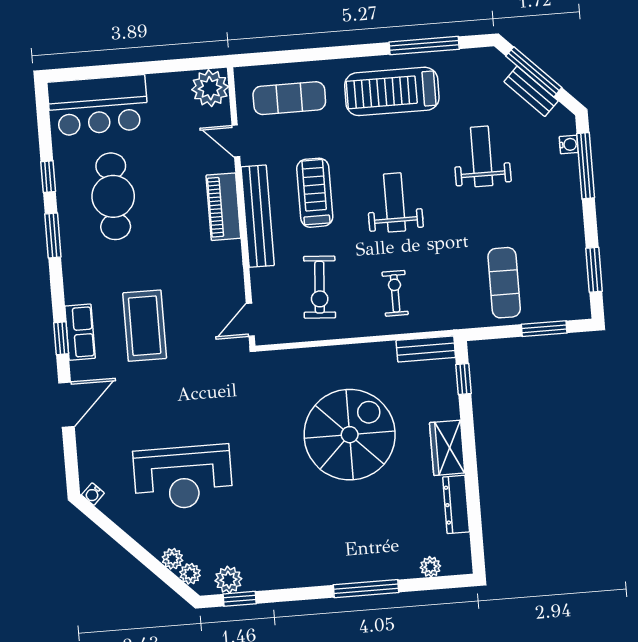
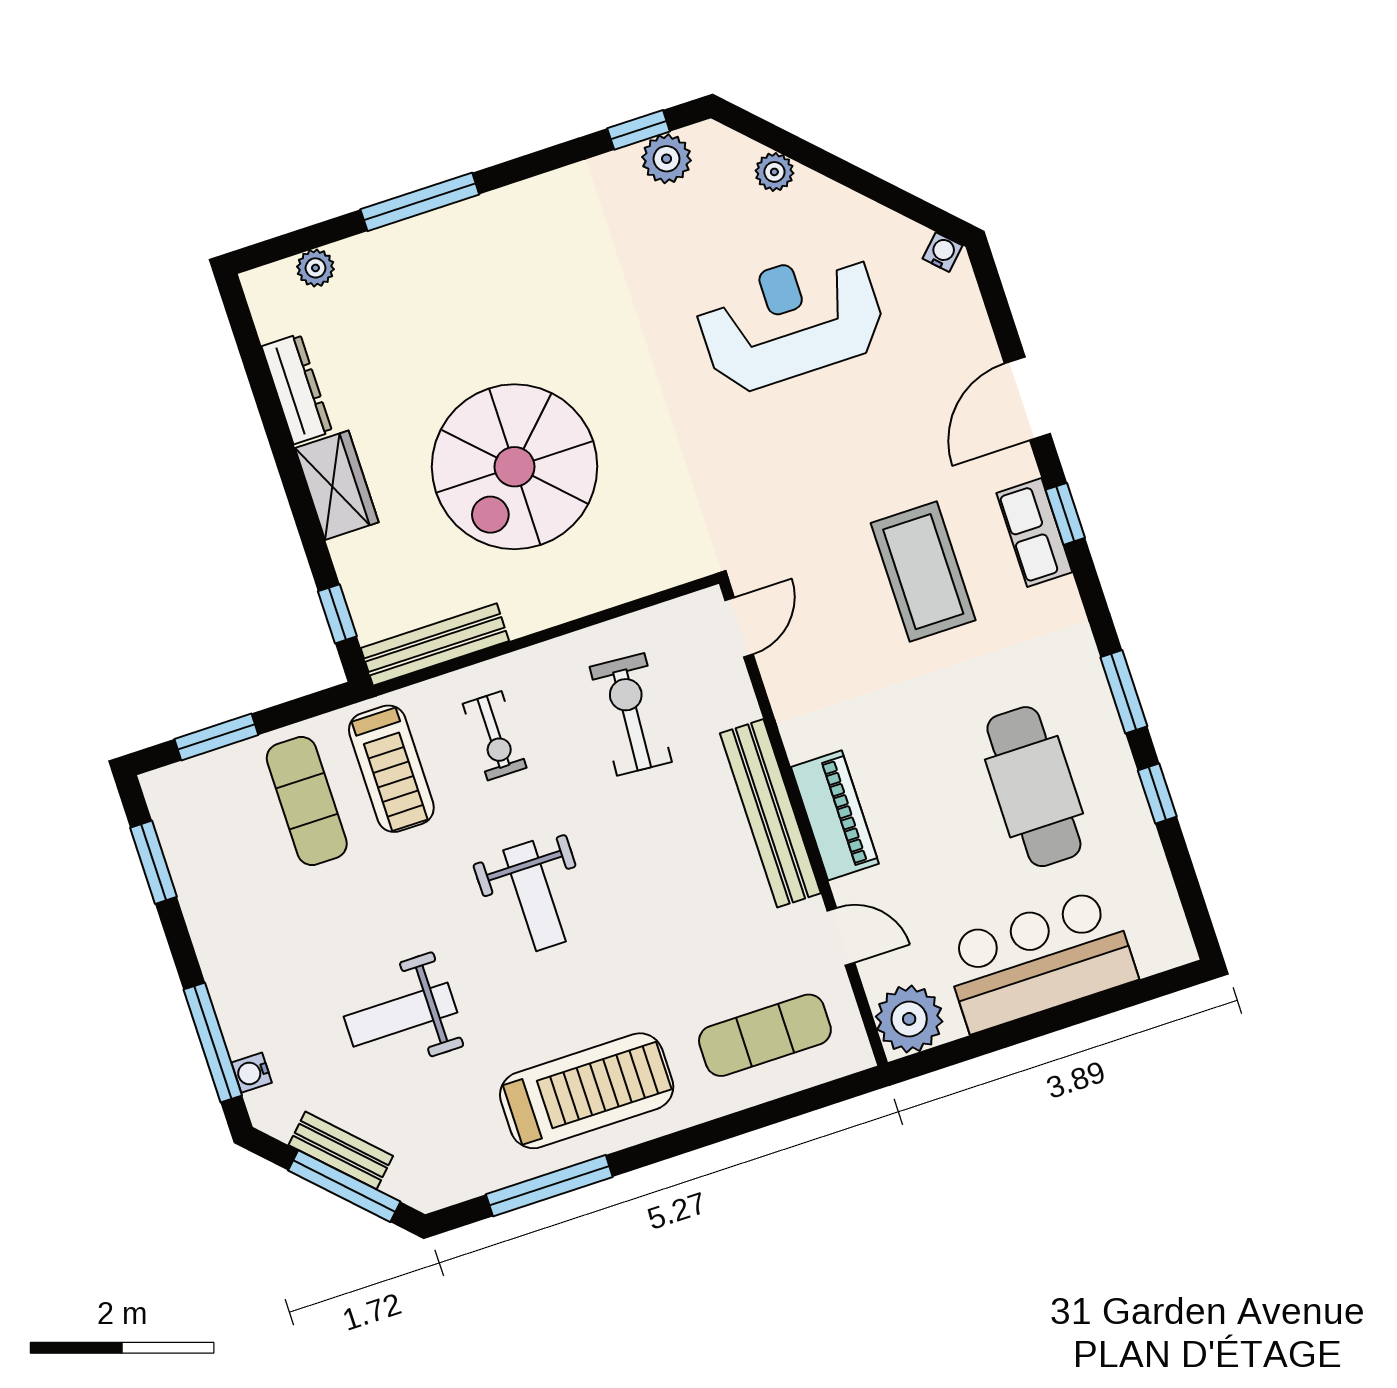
bar counter: (98, 105) -> (1039, 960), moved
weight bench: (482, 156) -> (400, 1015), turned 90
treadmill: (315, 193) -> (391, 769), moved
bench: (426, 349) -> (435, 645), width x1.36
plant: (190, 574) -> (737, 153), removed

